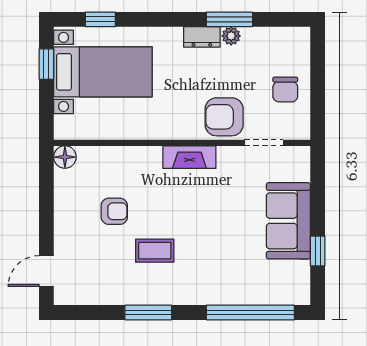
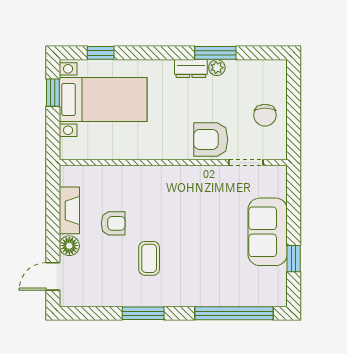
floor lamp: (65, 157) -> (69, 246), moved
fireplace: (189, 157) -> (69, 210), moved, turned -90
coffee table: (155, 251) -> (149, 258), turned 90

